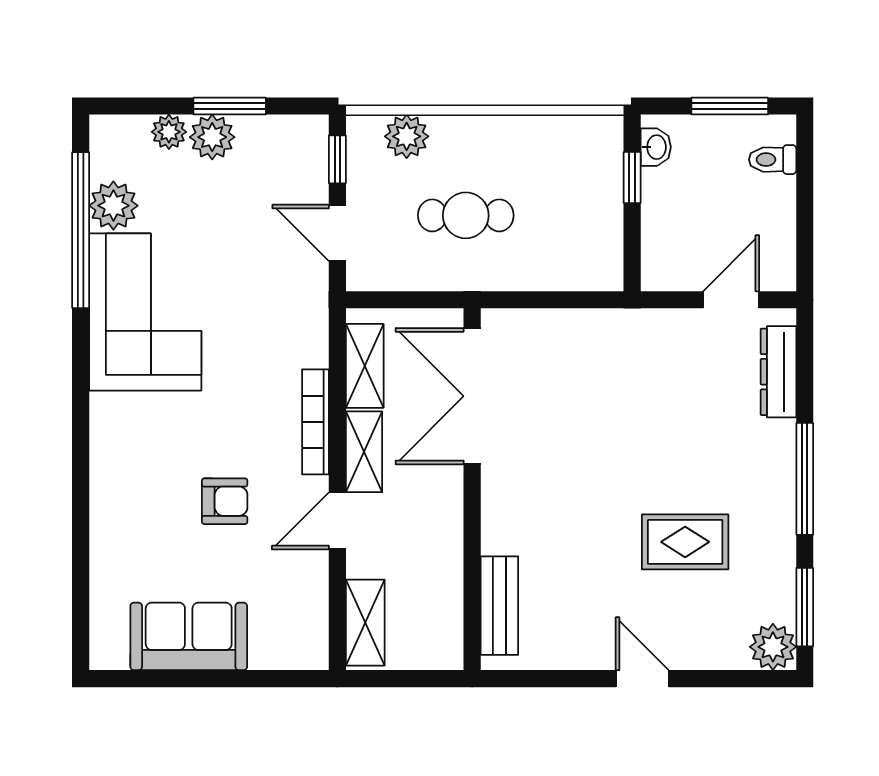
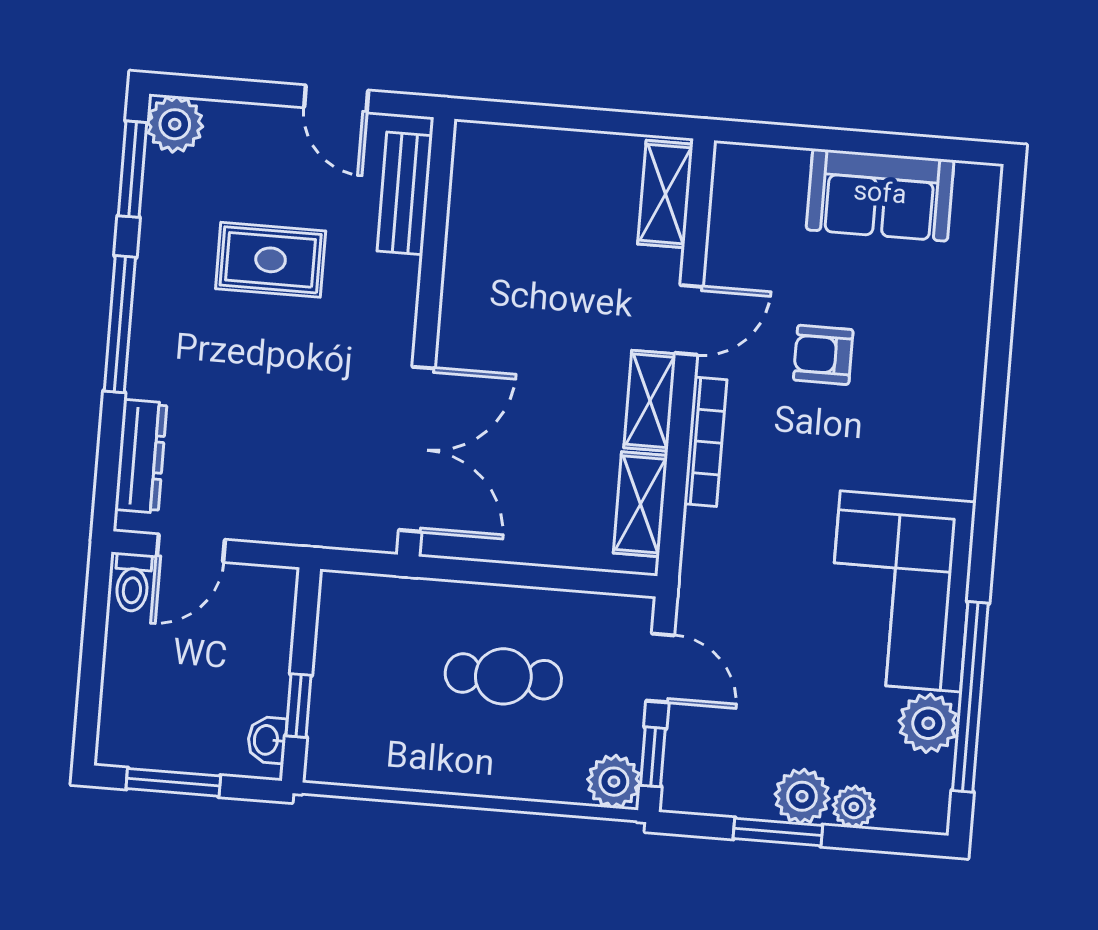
plant: (407, 136) -> (614, 782), moved
toilet: (773, 160) -> (133, 582), moved, turned 90
double door: (472, 396) -> (417, 449), moved
wall: (472, 489) -> (426, 337), moved
bench: (499, 606) -> (405, 193), moved

